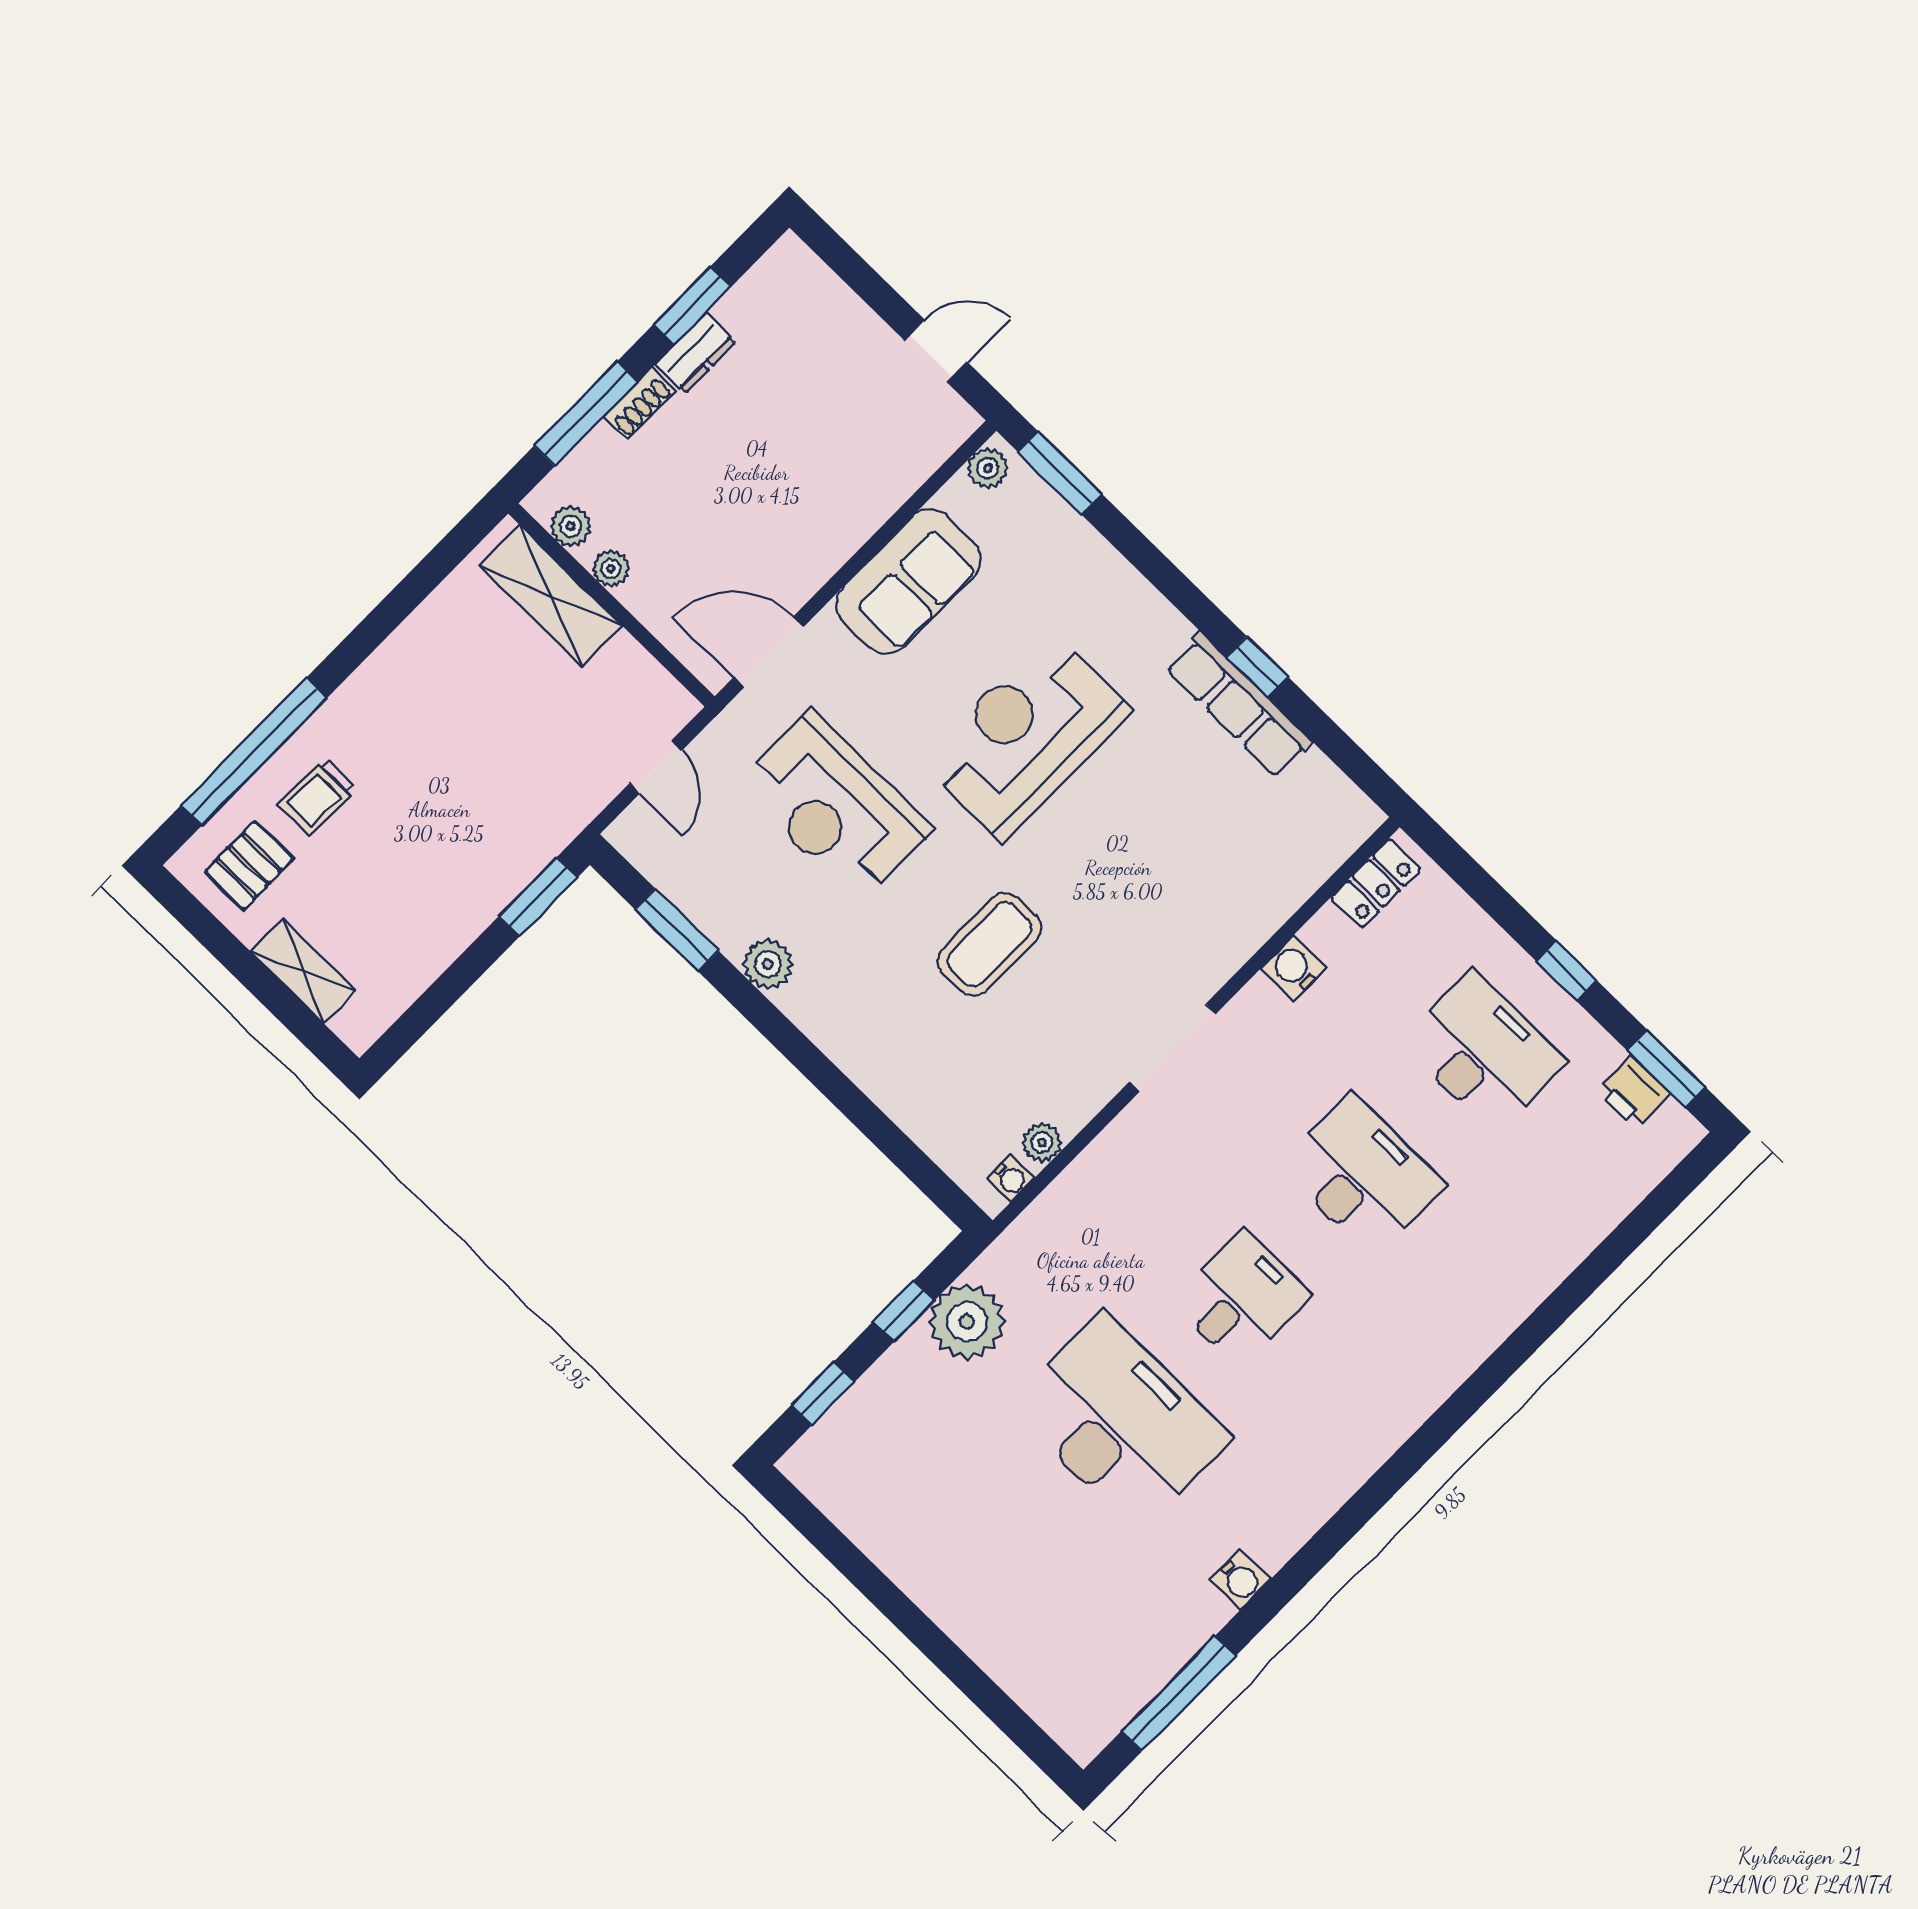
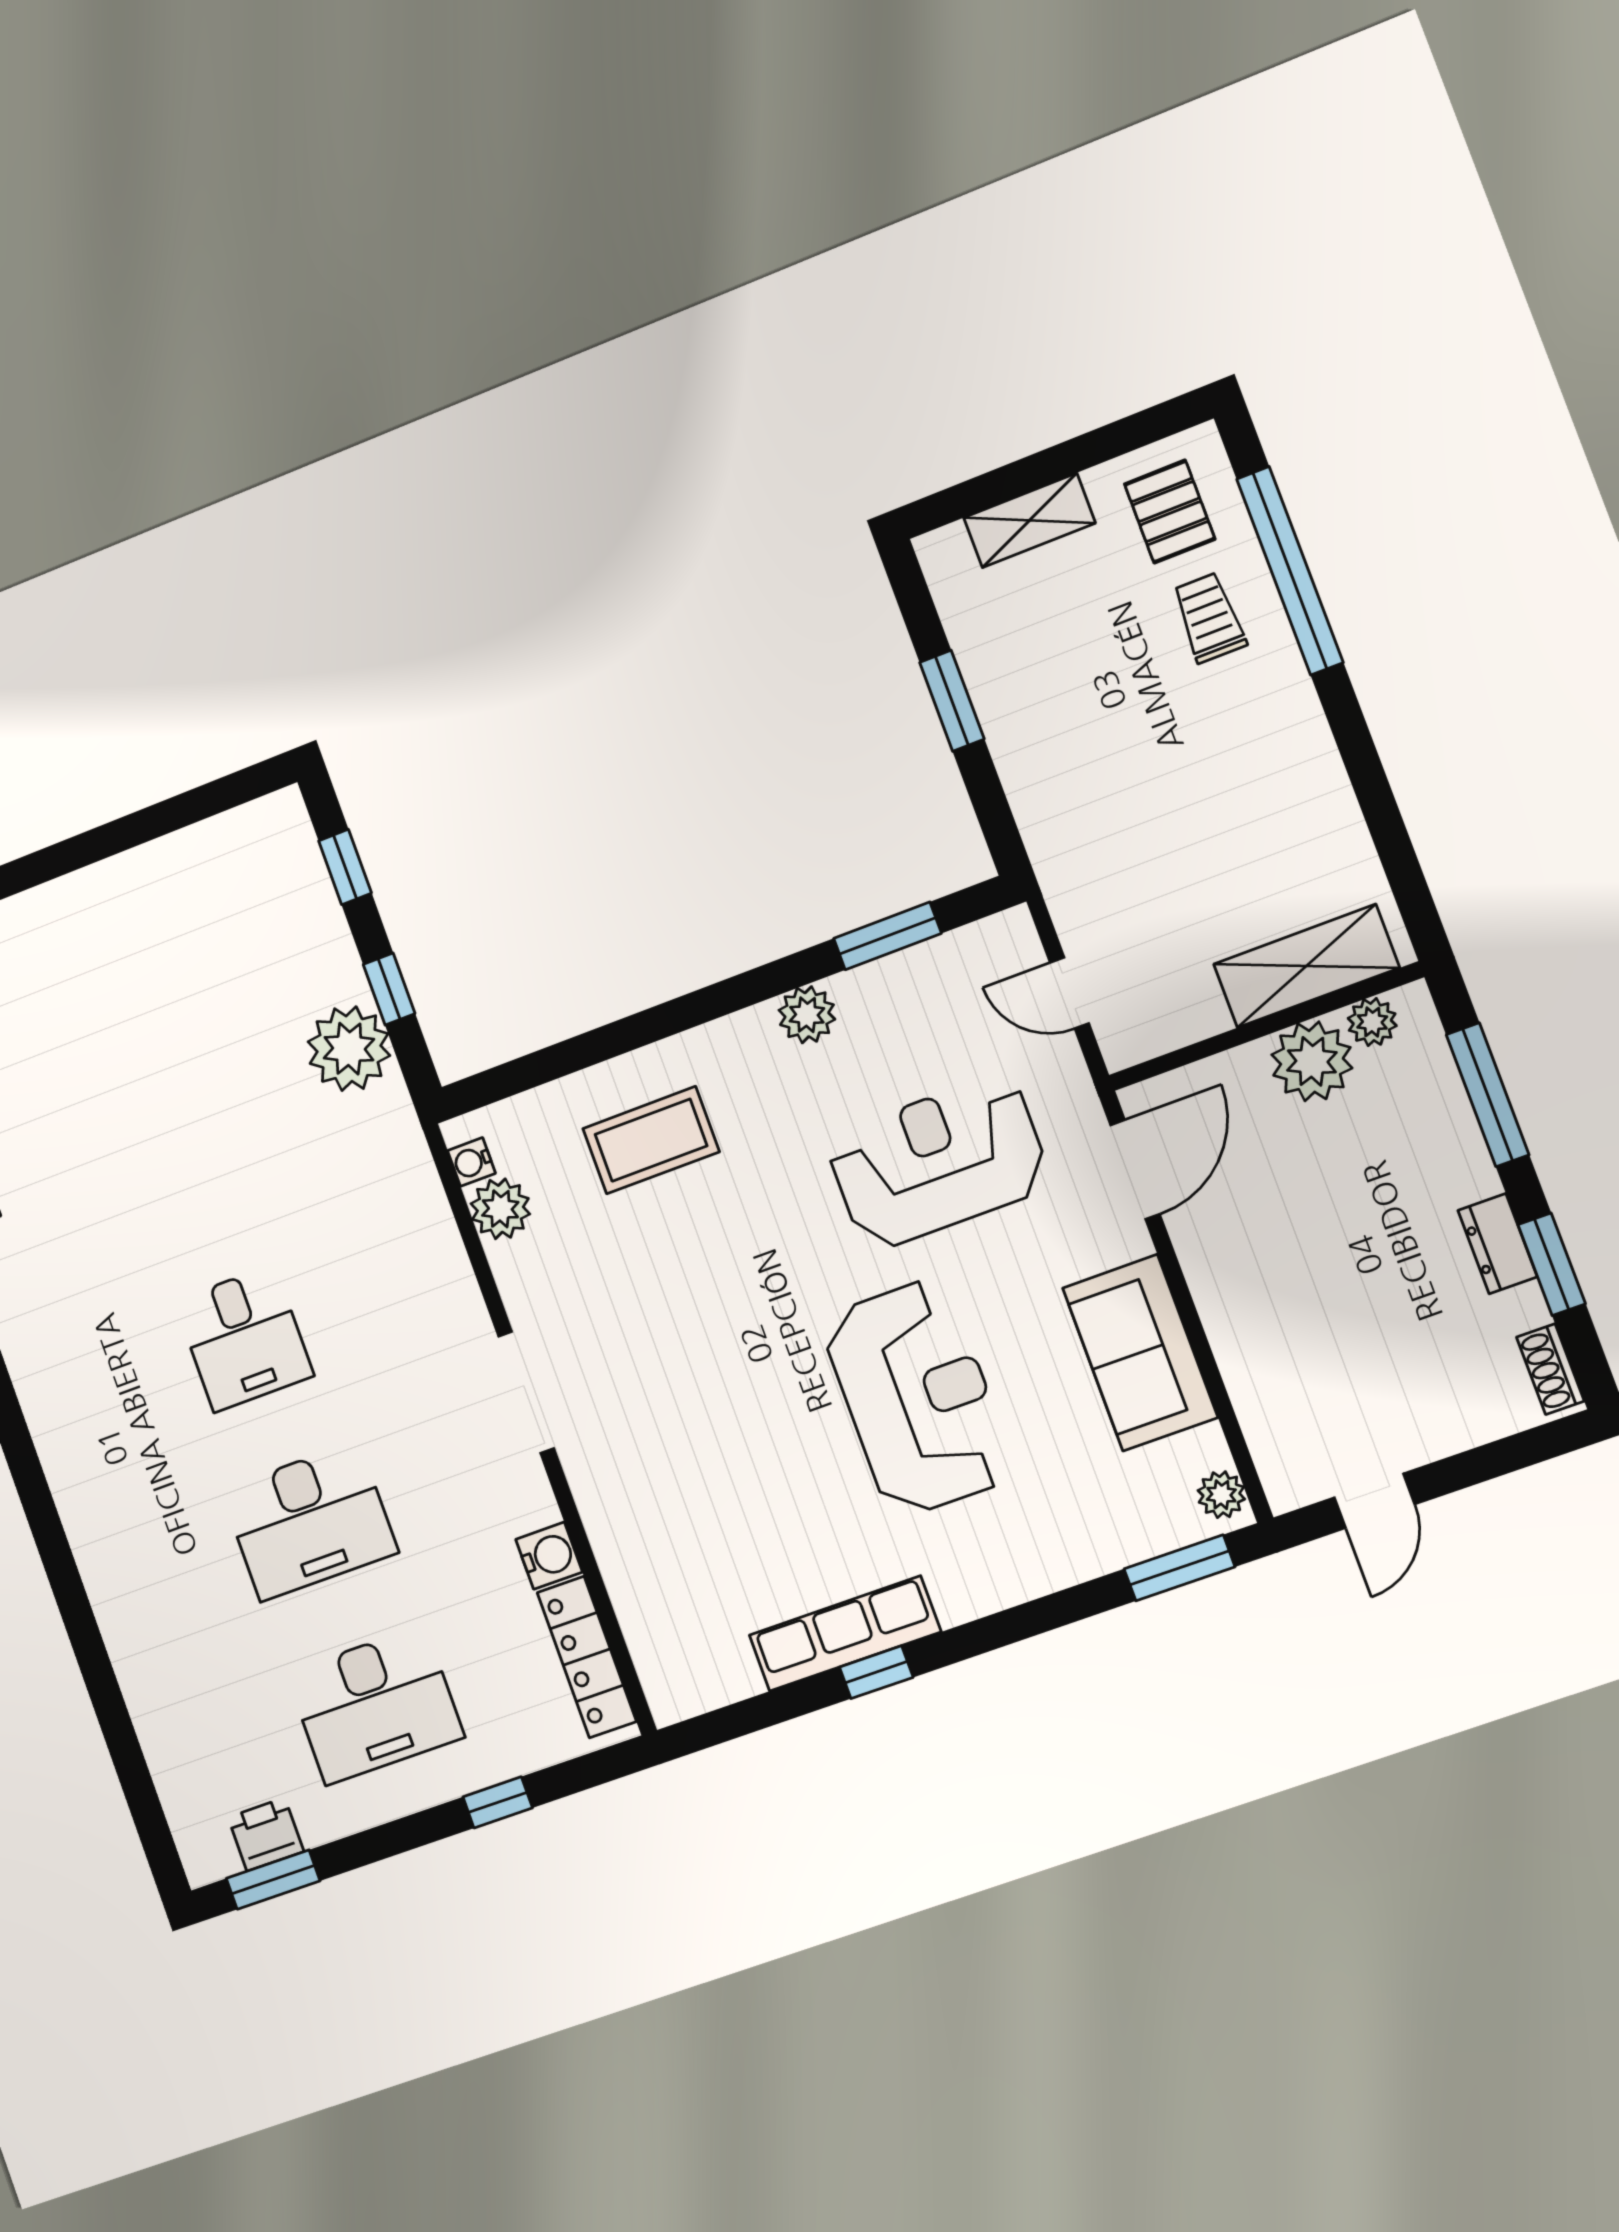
shoe rack: (639, 404) -> (1550, 1369), moved
plant: (611, 569) -> (1312, 1061), width x1.87, depth x1.87
locker: (1376, 883) -> (587, 1657), width x1.53
window: (538, 897) -> (952, 701), moved
coffee table: (989, 944) -> (651, 1140), moved, turned 90
window: (1567, 971) -> (498, 1802), moved
plant: (1042, 1143) -> (500, 1209), width x1.38, depth x1.38
desk: (1120, 1422) -> (179, 1157), removed

